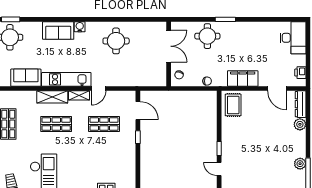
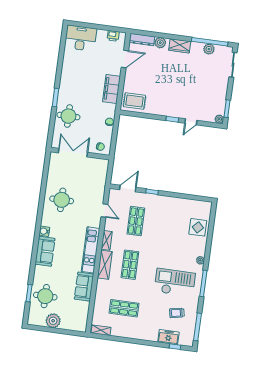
door: (99, 89) -> (104, 210), moved
wardrobe: (299, 146) -> (180, 46), added
plant: (300, 164) -> (209, 49), moved

